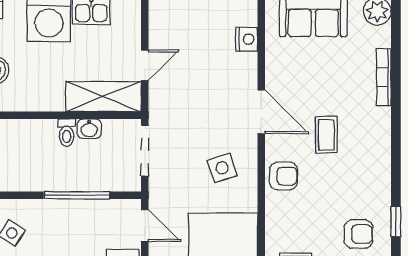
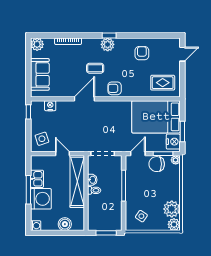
shelving: (103, 96) -> (77, 181), width x1.47
plant: (377, 161) -> (108, 44), added
side table: (222, 168) -> (42, 139), moved
armchair: (284, 176) -> (115, 88), turned -90
window: (396, 221) -> (109, 36), moved

